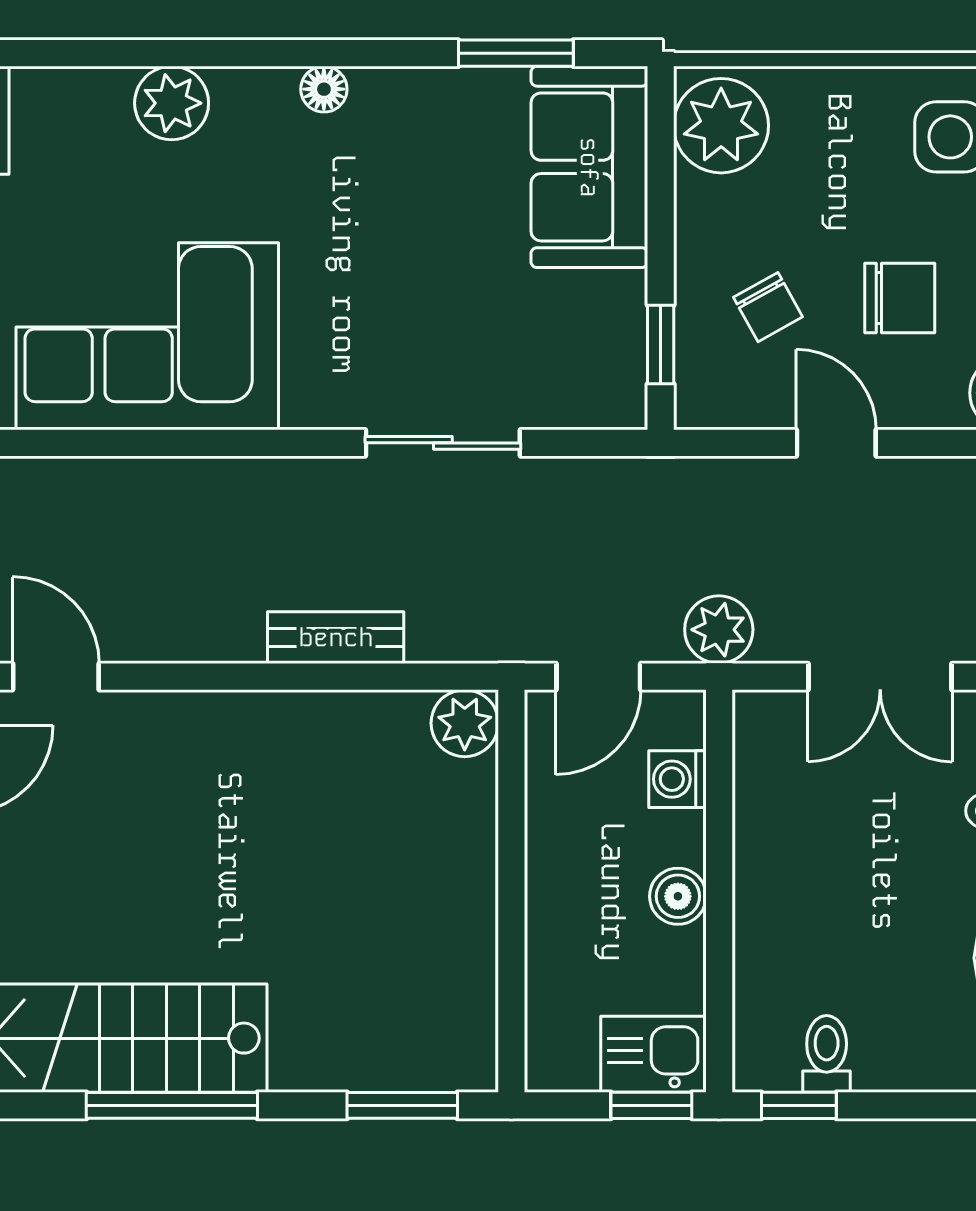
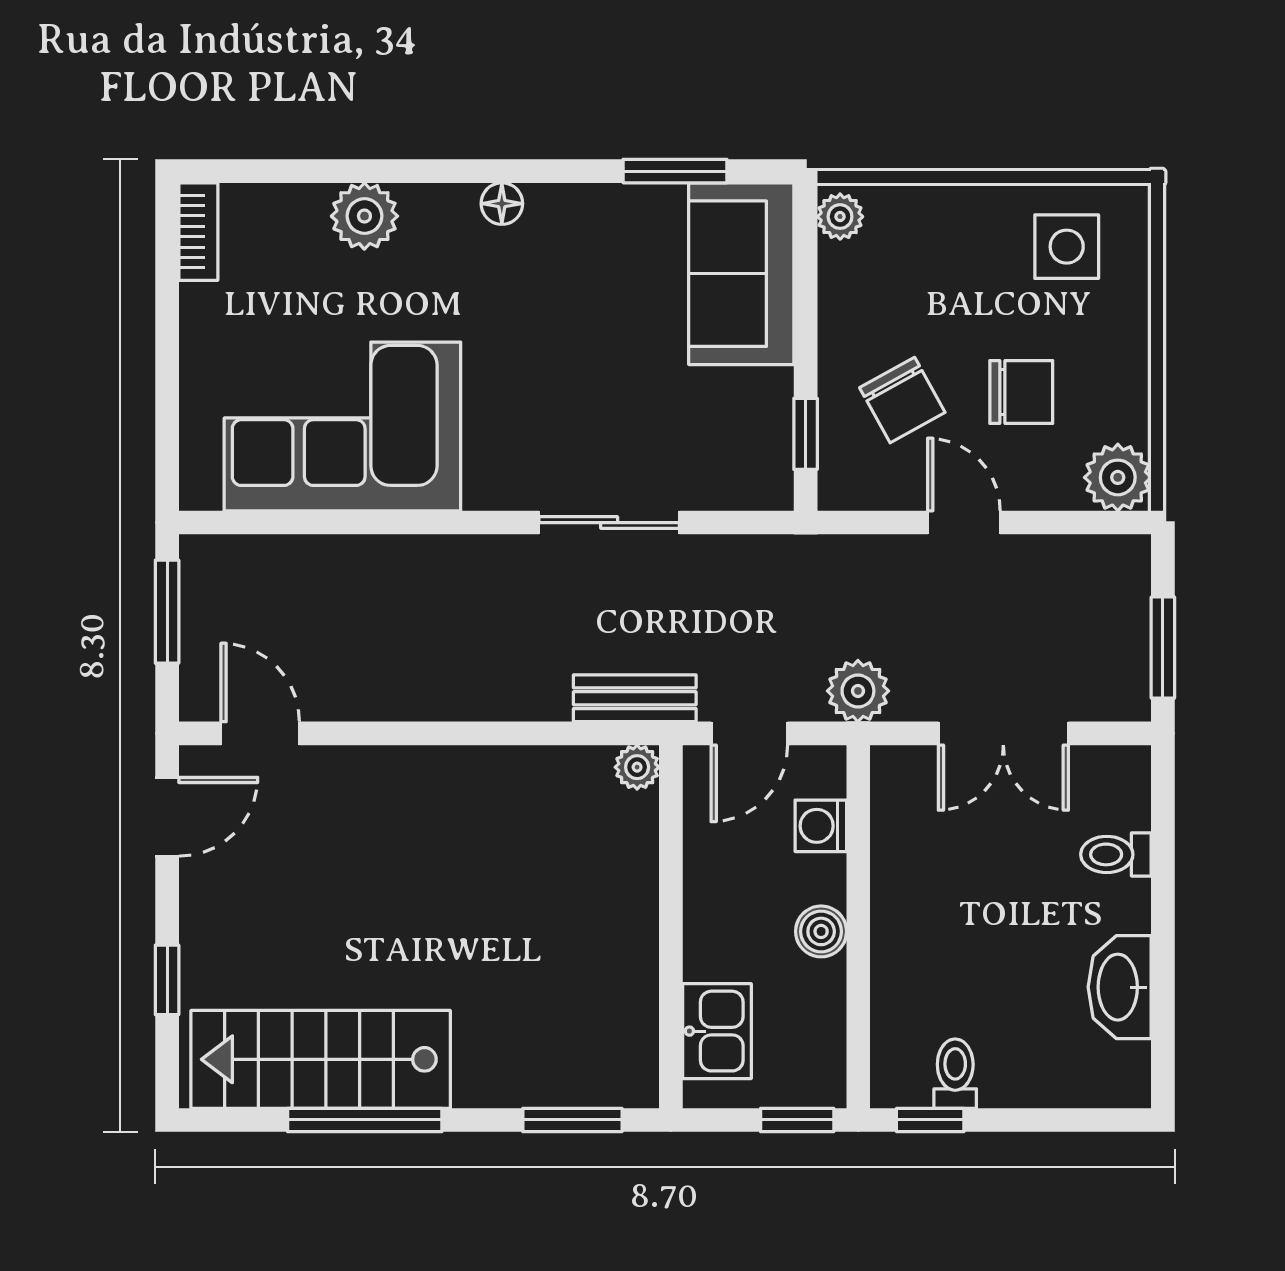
plant: (721, 126) -> (840, 217), width x0.53, depth x0.53
chair: (768, 307) -> (902, 400), width x1.37, depth x1.37
bench: (336, 638) -> (635, 698), moved
plant: (465, 723) -> (637, 767), width x0.73, depth x0.73
kitchen sink: (654, 1054) -> (717, 1031), moved, turned 90

